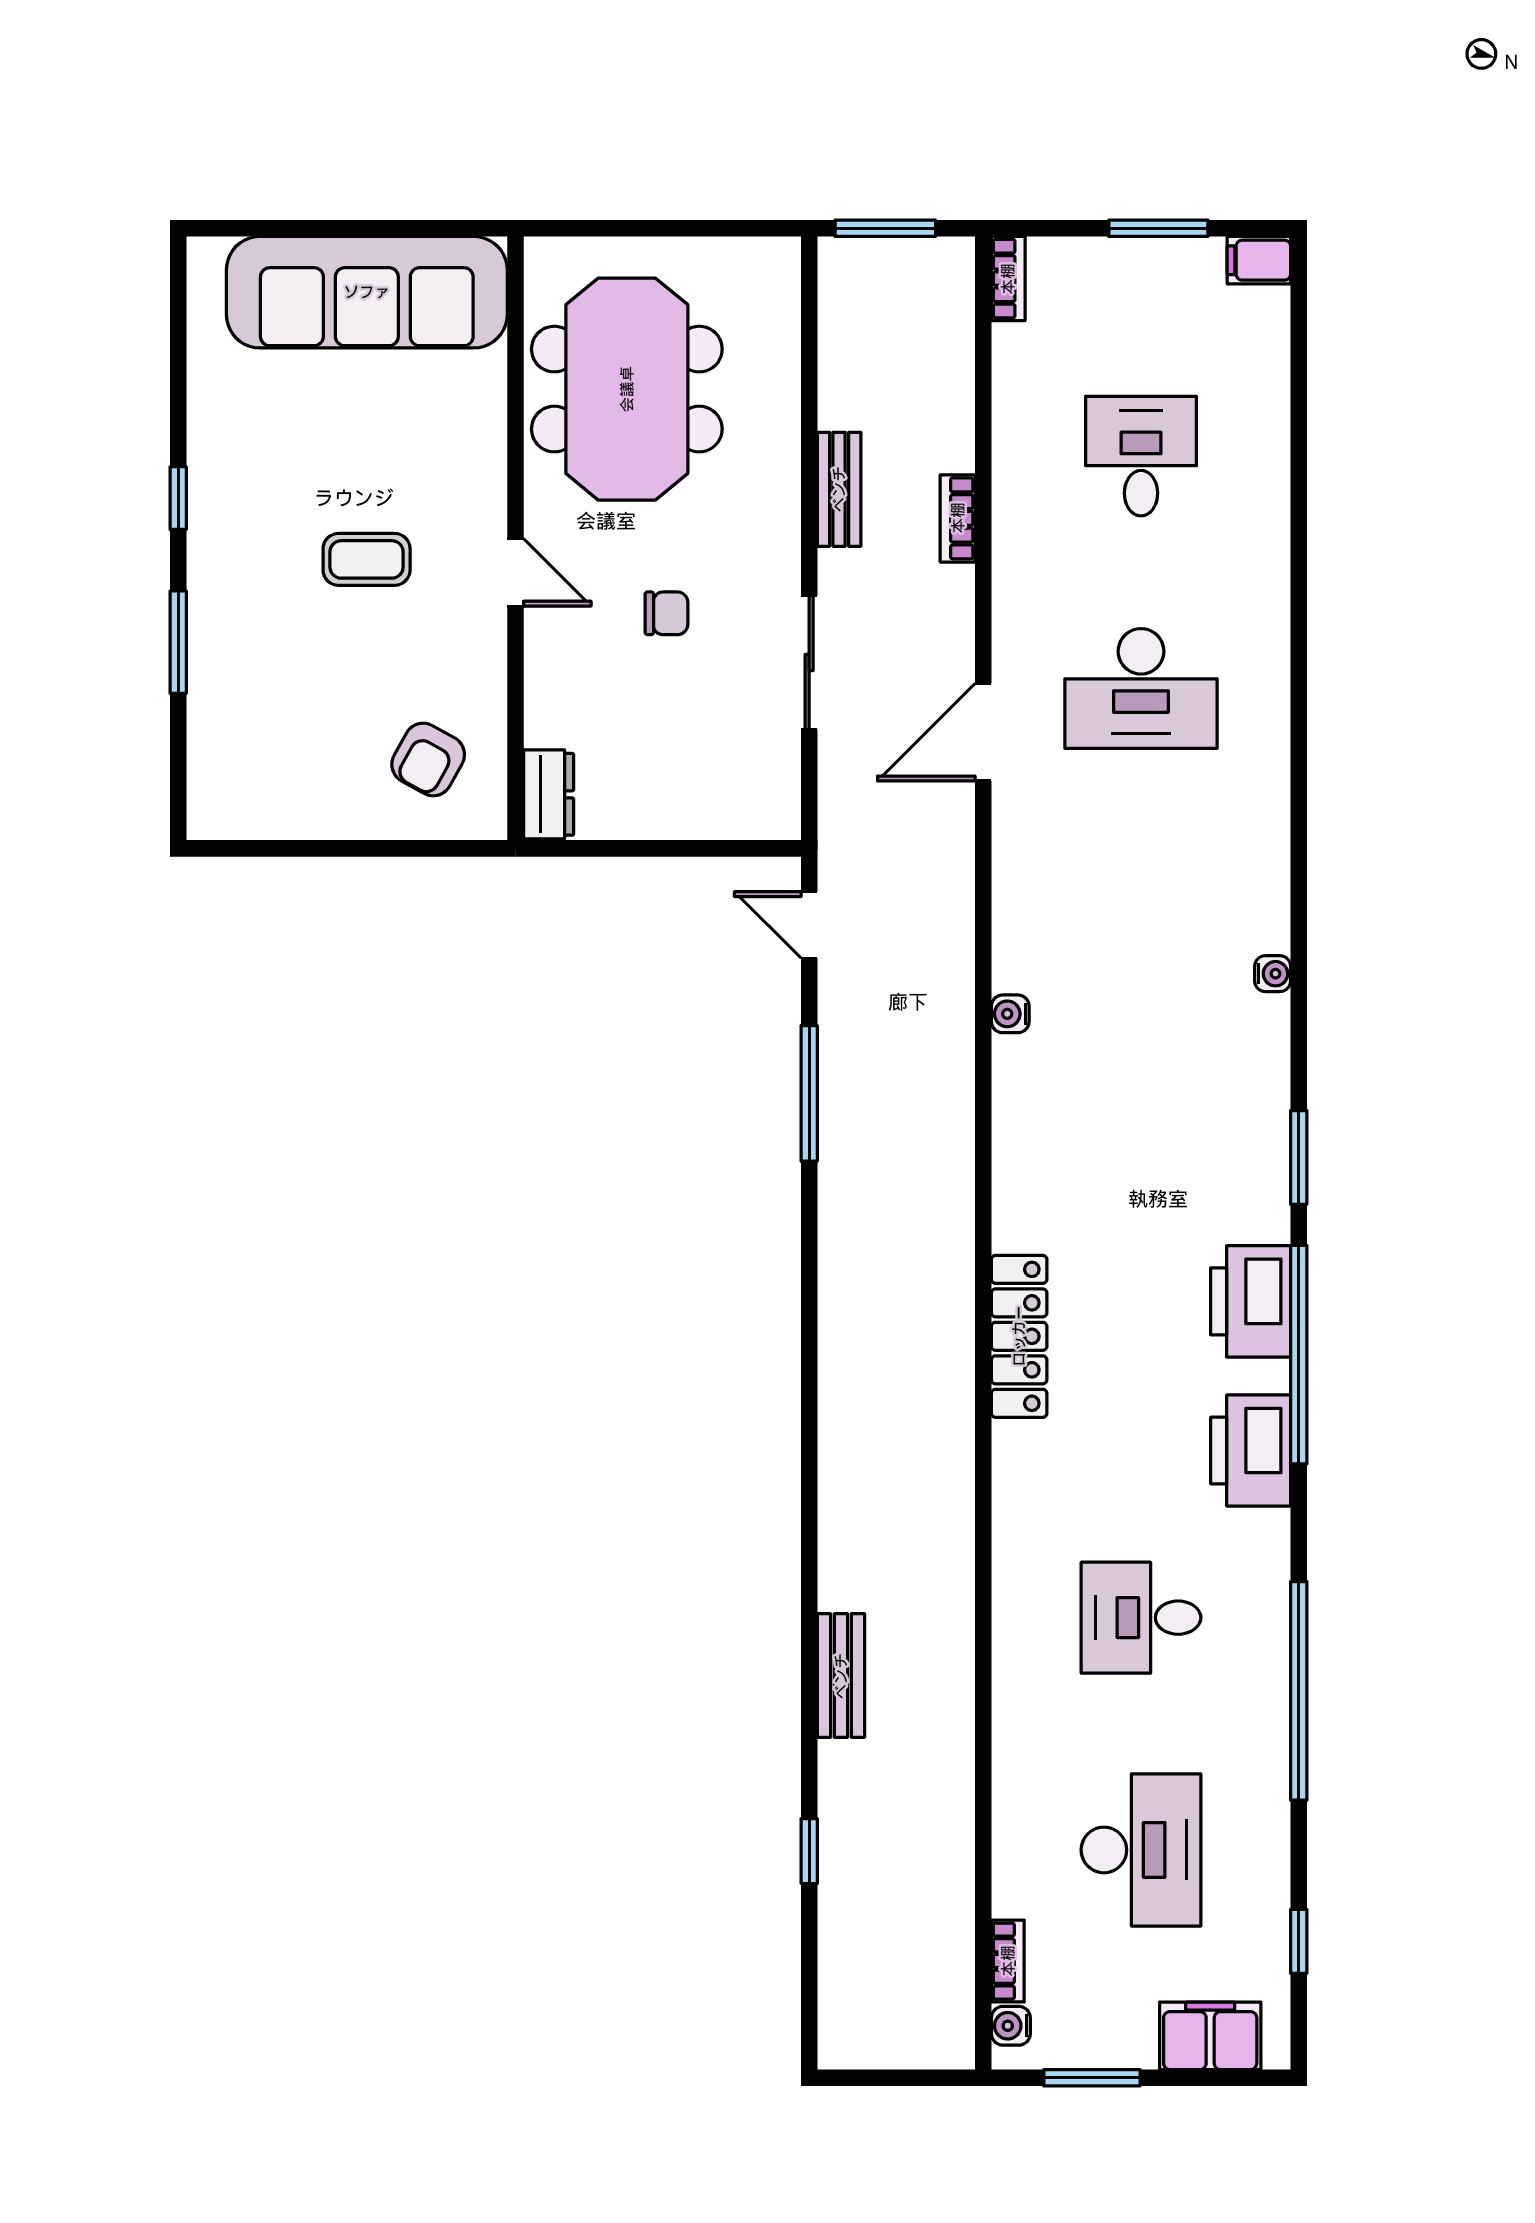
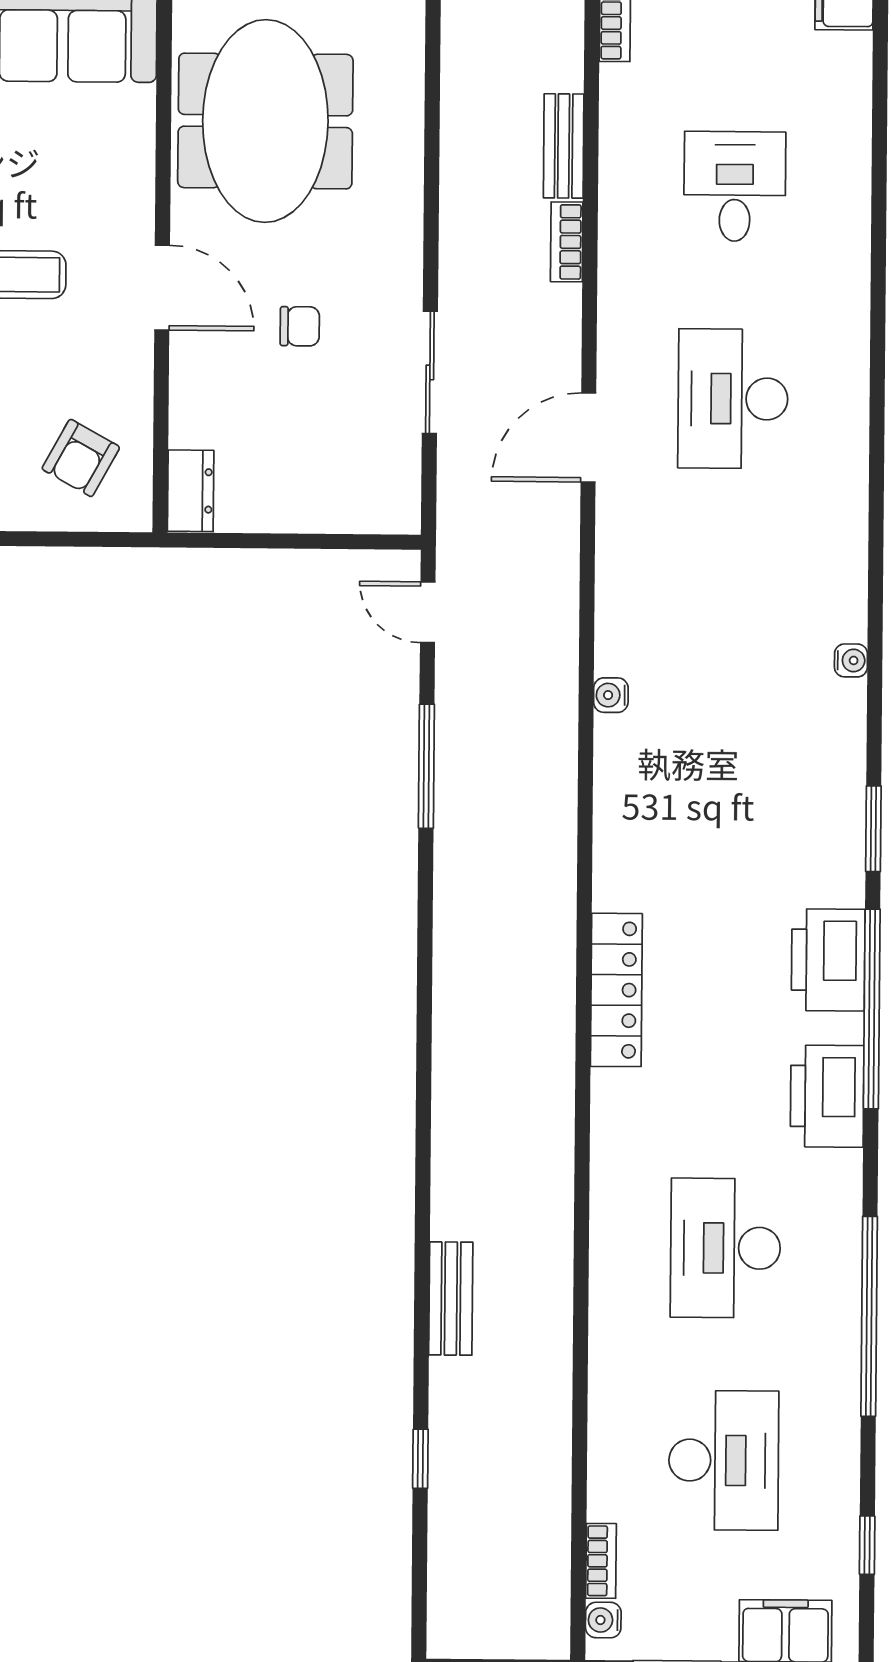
bench: (839, 489) -> (564, 146), moved
door: (515, 572) -> (162, 288), width x1.38
desk: (1141, 688) -> (733, 399), turned 90
desk: (1141, 1618) -> (726, 1248), width x1.37

